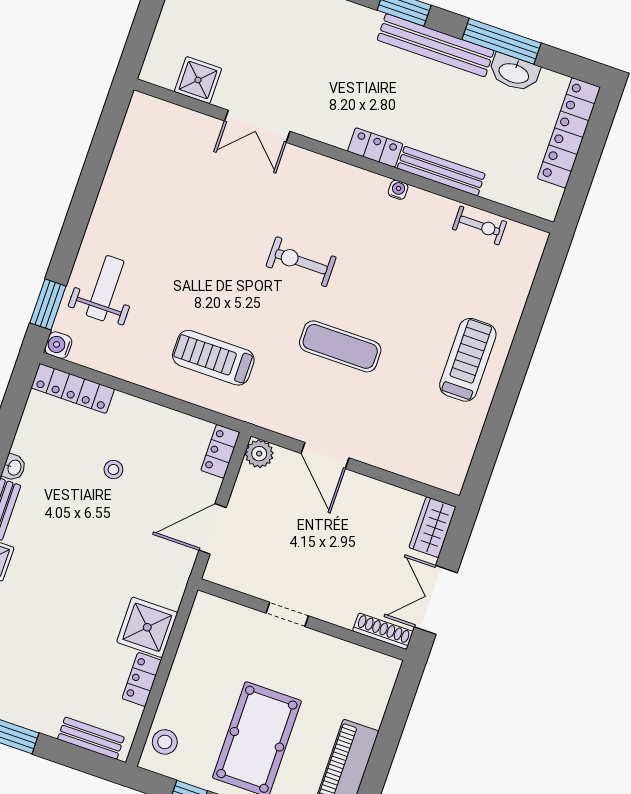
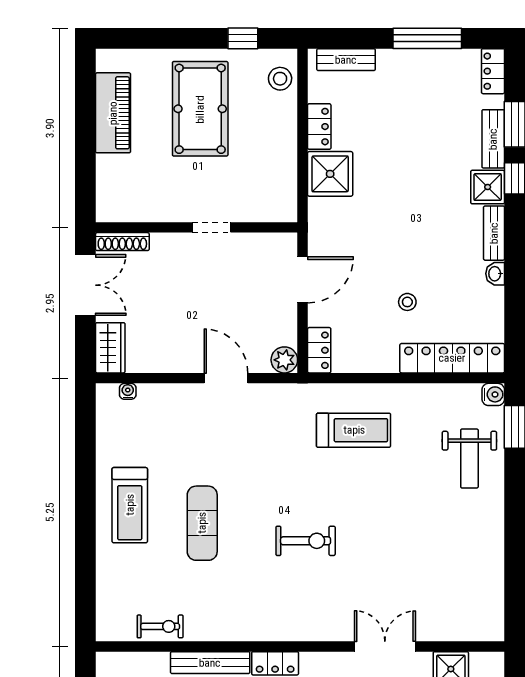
water cooler: (398, 190) -> (128, 391), moved, turned 180
exercise bike: (479, 225) -> (160, 626), turned 180
exercise mat: (340, 346) -> (202, 523), moved, turned 90
locker: (73, 388) -> (452, 358), width x1.41, depth x1.21

